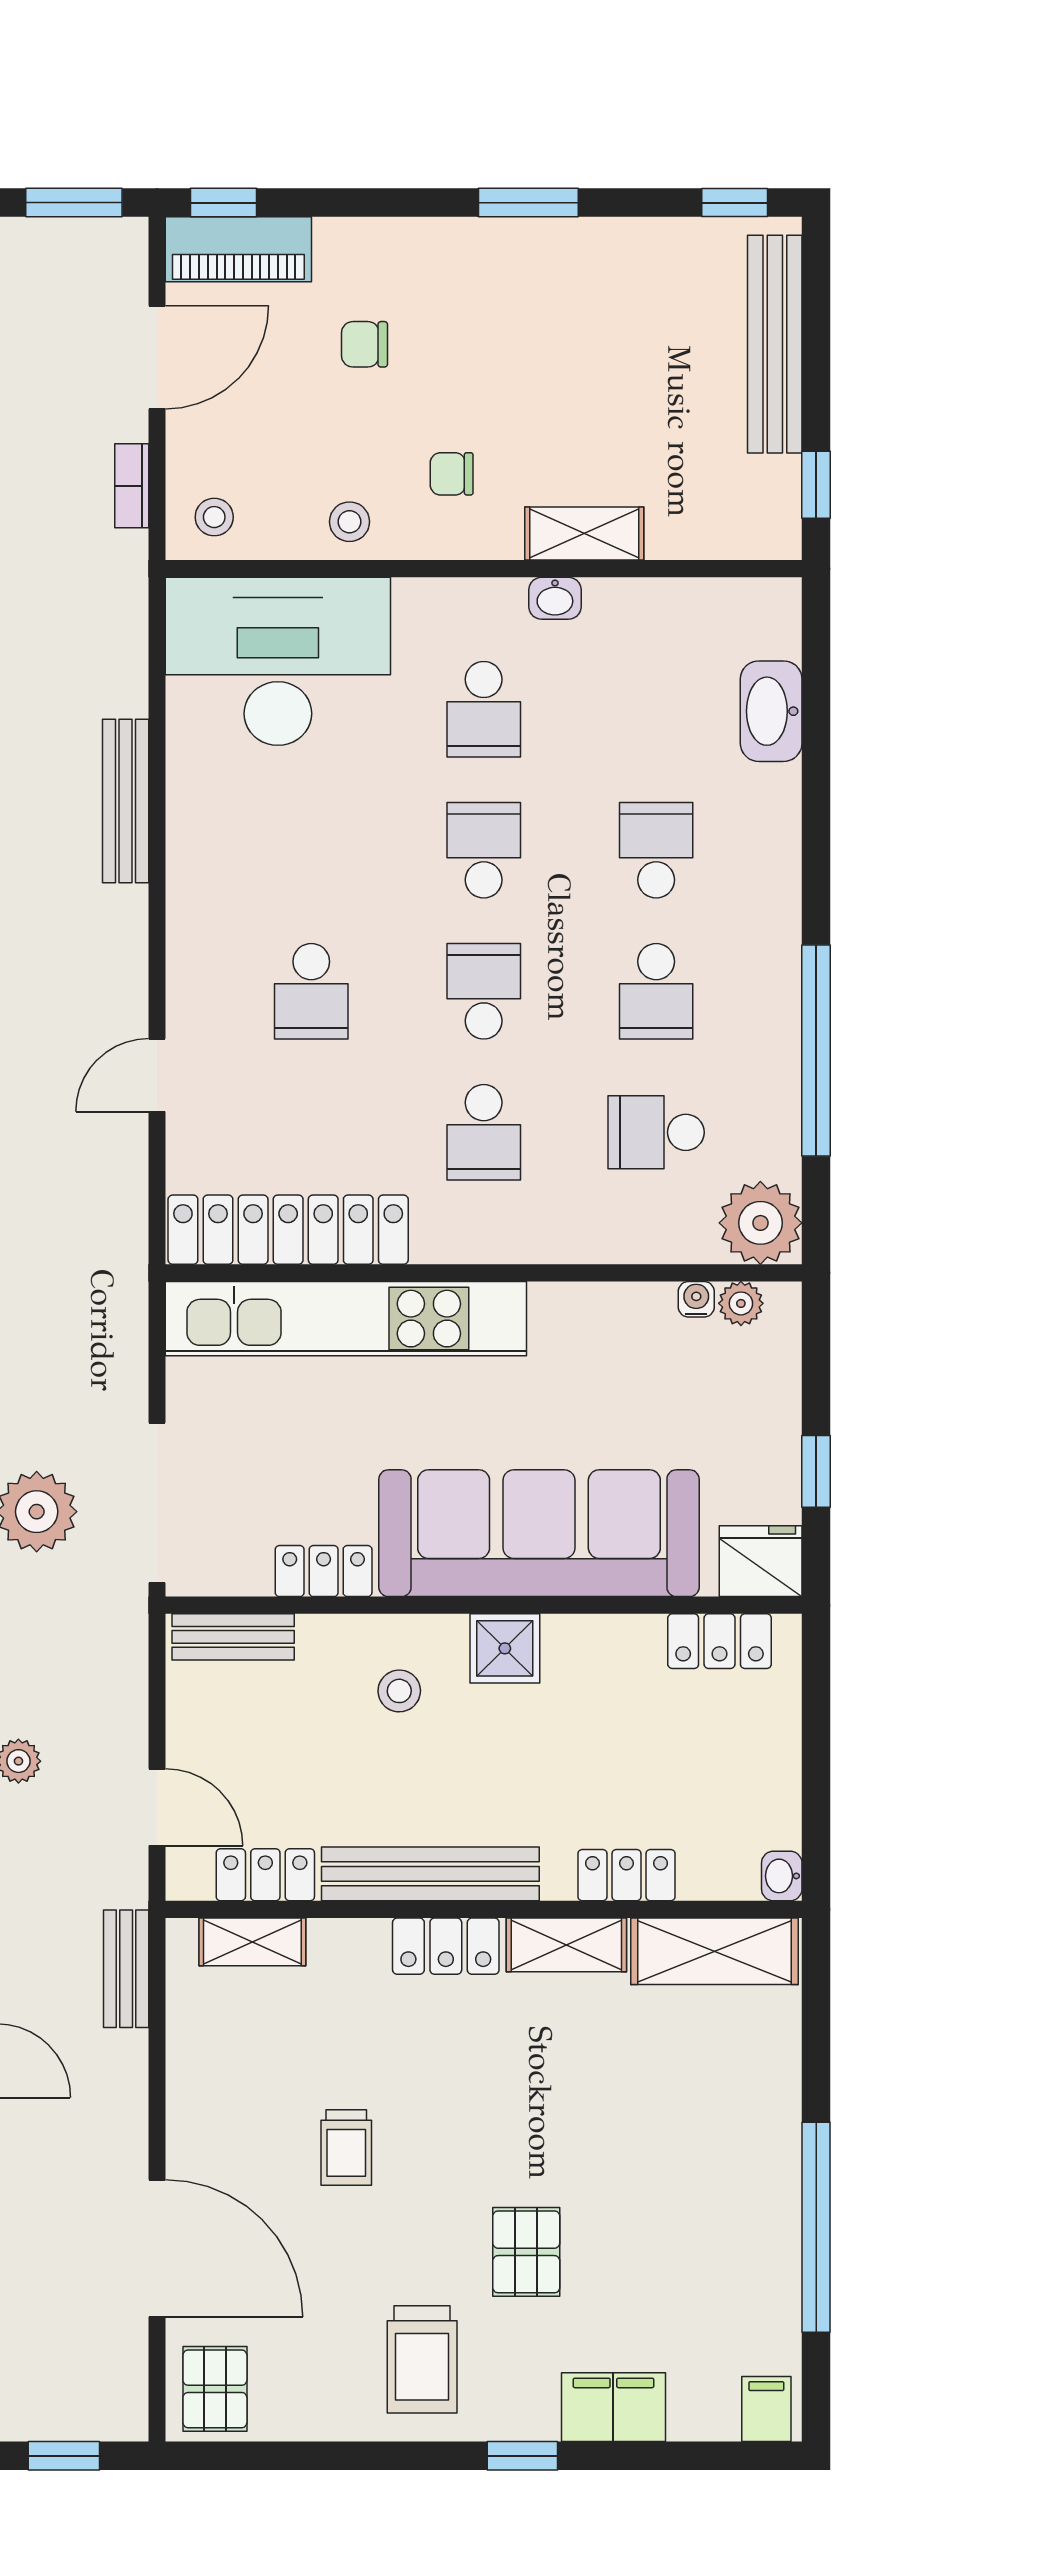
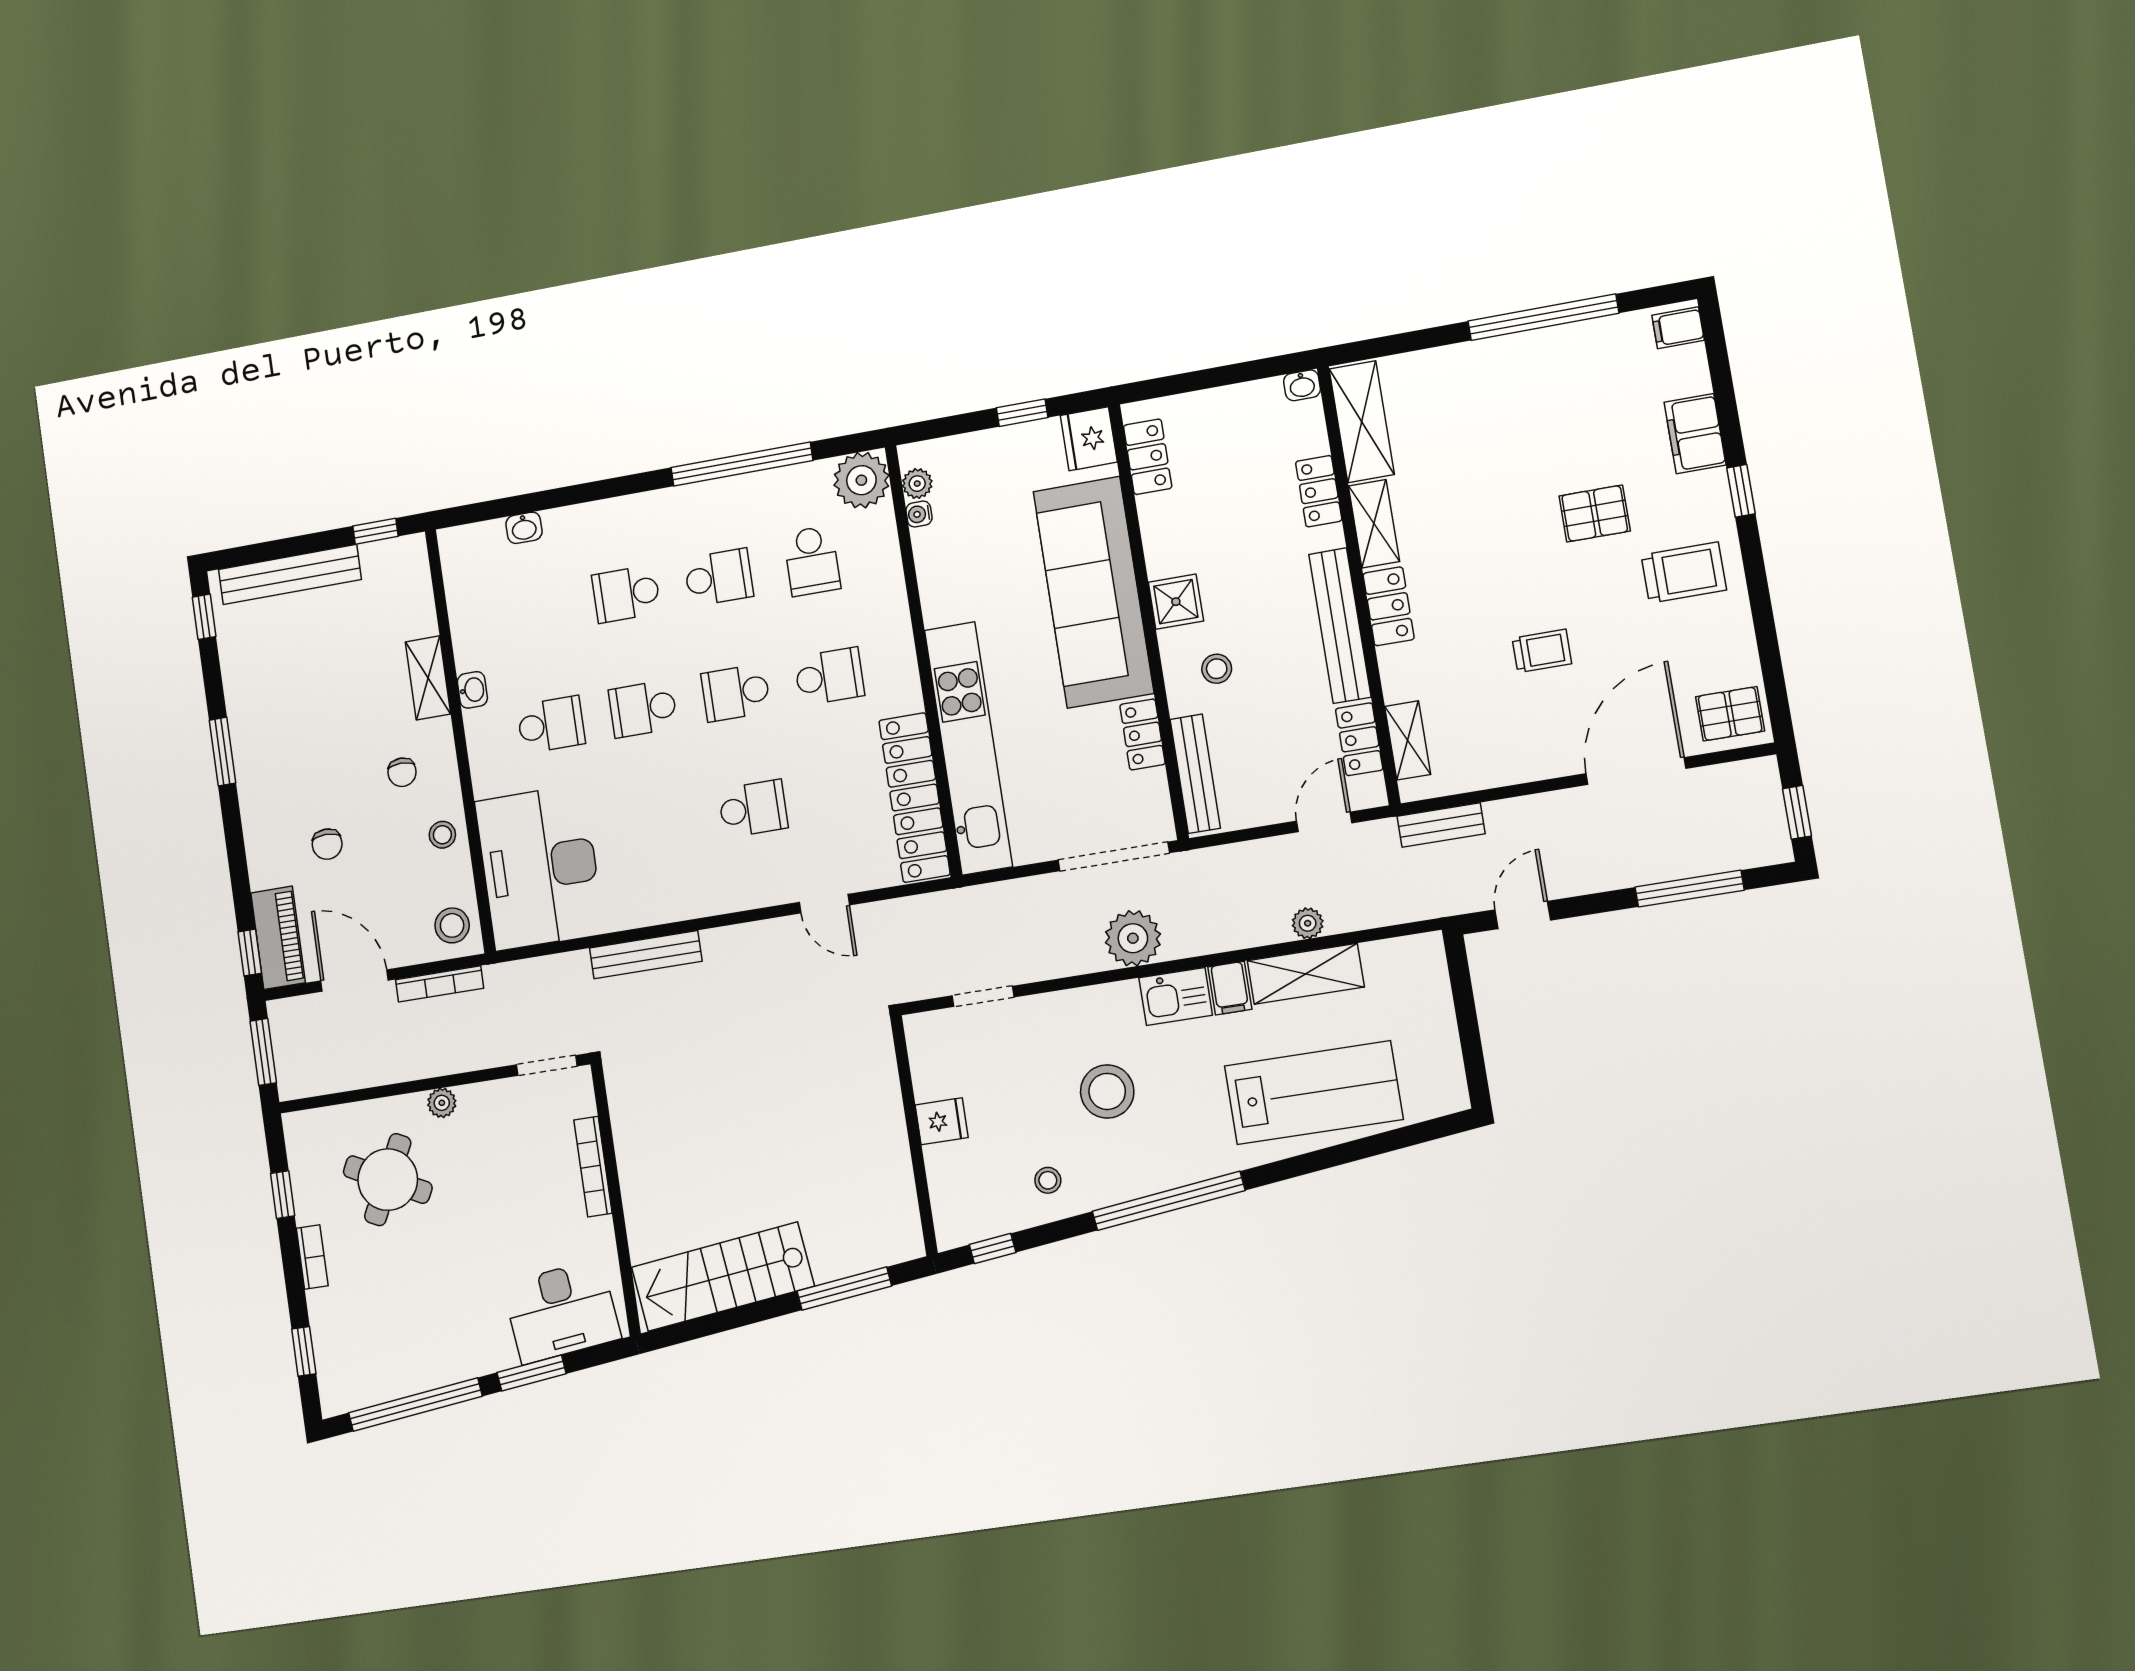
bookcase: (132, 486) -> (440, 984), width x1.56
stool: (214, 517) -> (452, 925), width x1.37, depth x1.37
washbasin: (771, 711) -> (524, 528), width x0.52, depth x0.69
bench: (233, 1637) -> (1195, 774), width x1.36

